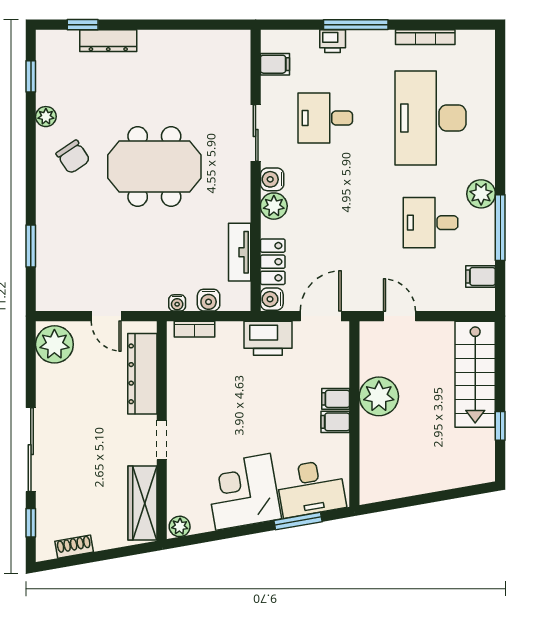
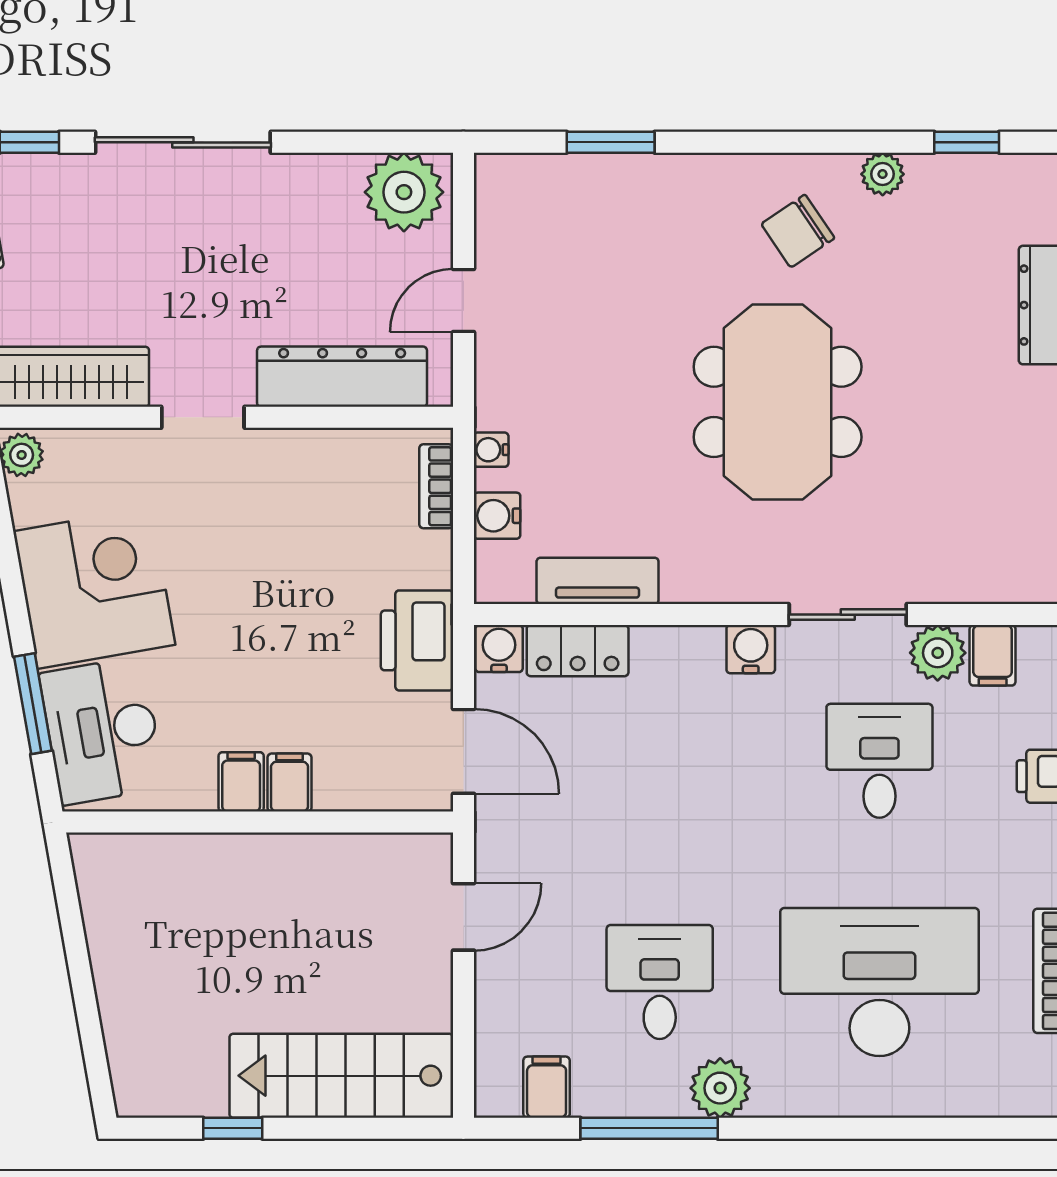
plant: (274, 206) -> (938, 653), moved
plant: (379, 396) -> (295, 873), removed

